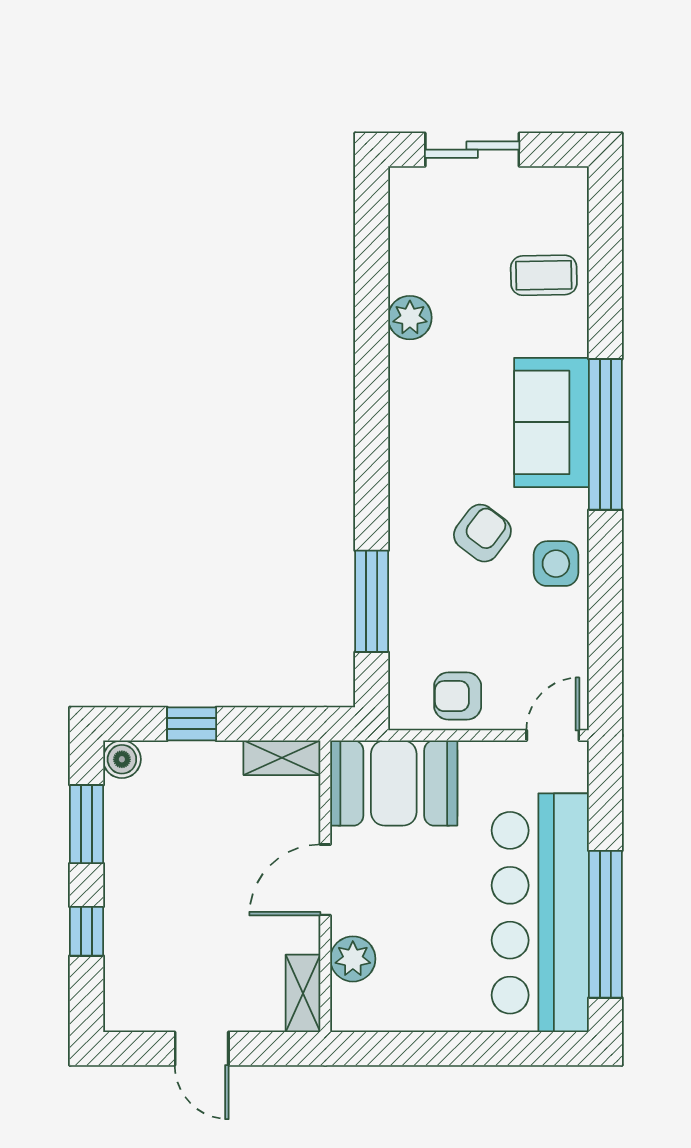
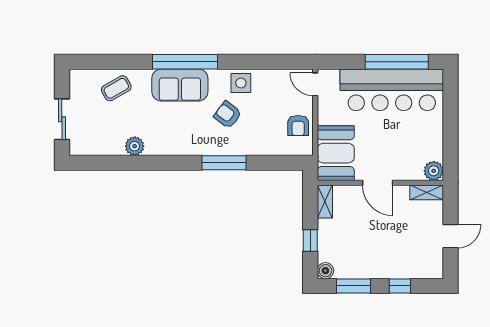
coffee table: (544, 275) -> (116, 88), turned 61
window: (372, 601) -> (224, 163), moved
plant: (353, 959) -> (434, 171), moved

